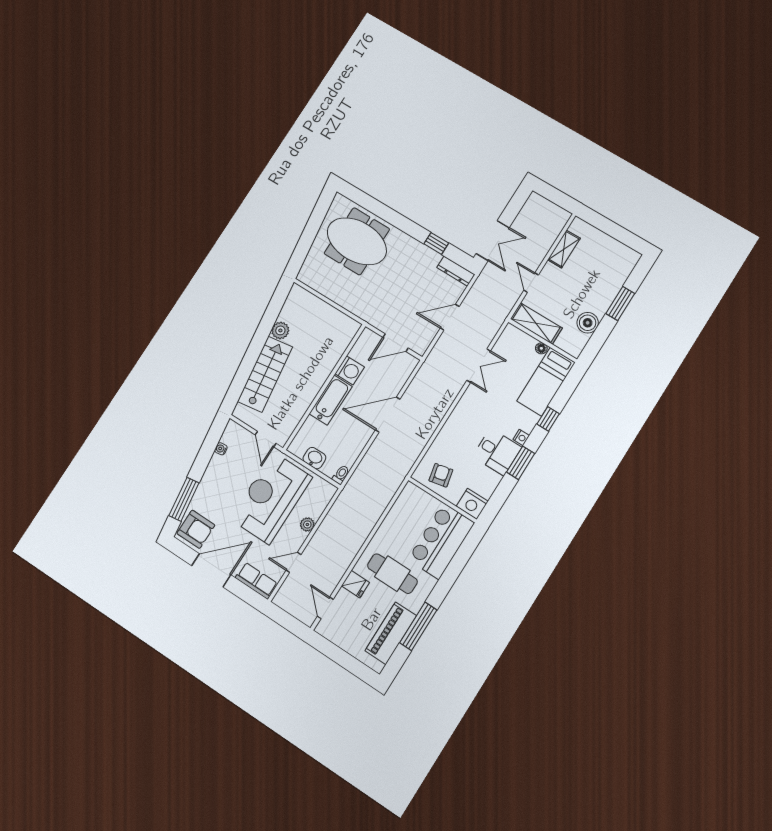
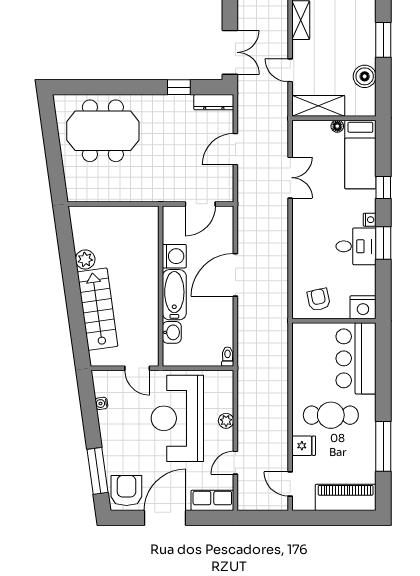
washbasin: (314, 458) -> (172, 332), moved, turned 90
armchair: (196, 529) -> (126, 491), turned -90
piano: (391, 633) -> (346, 497), moved, turned 90

